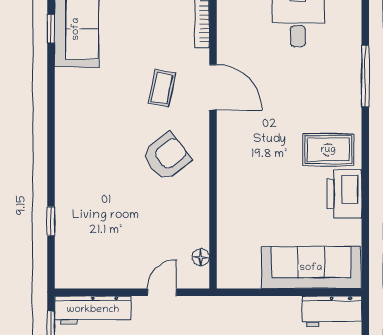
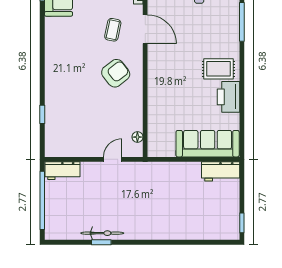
workbench: (93, 310) -> (63, 171), width x0.73

